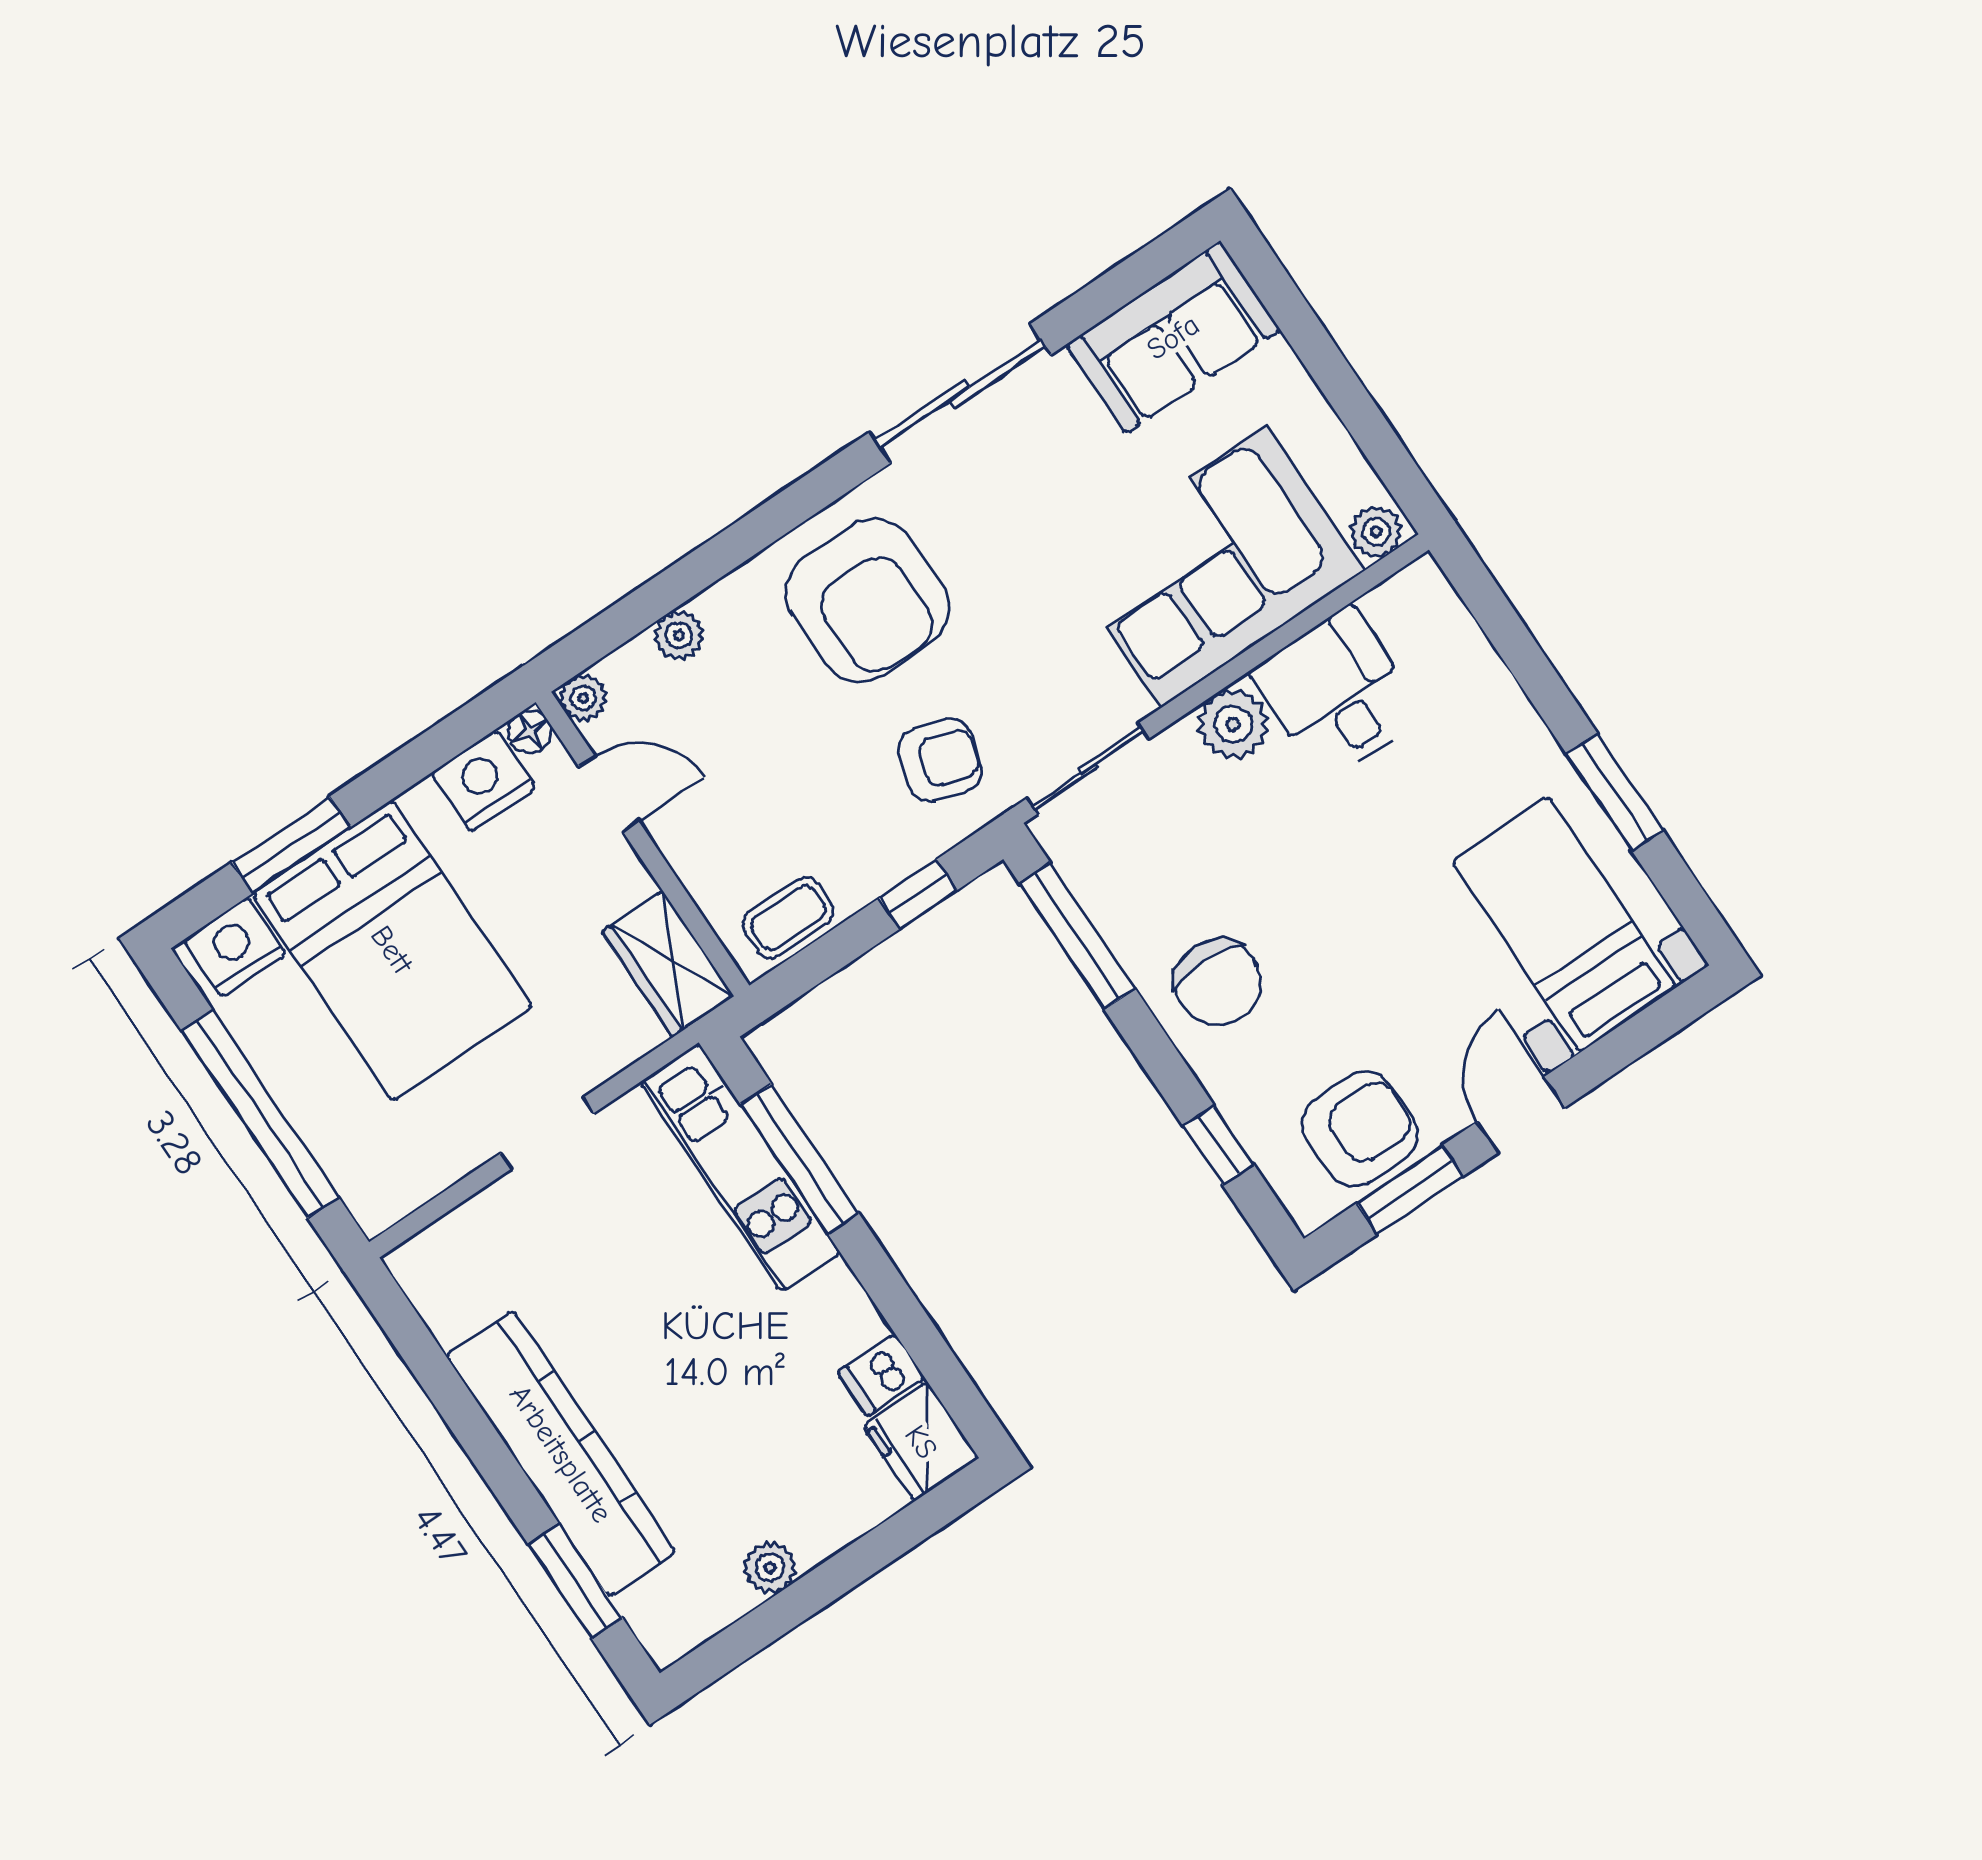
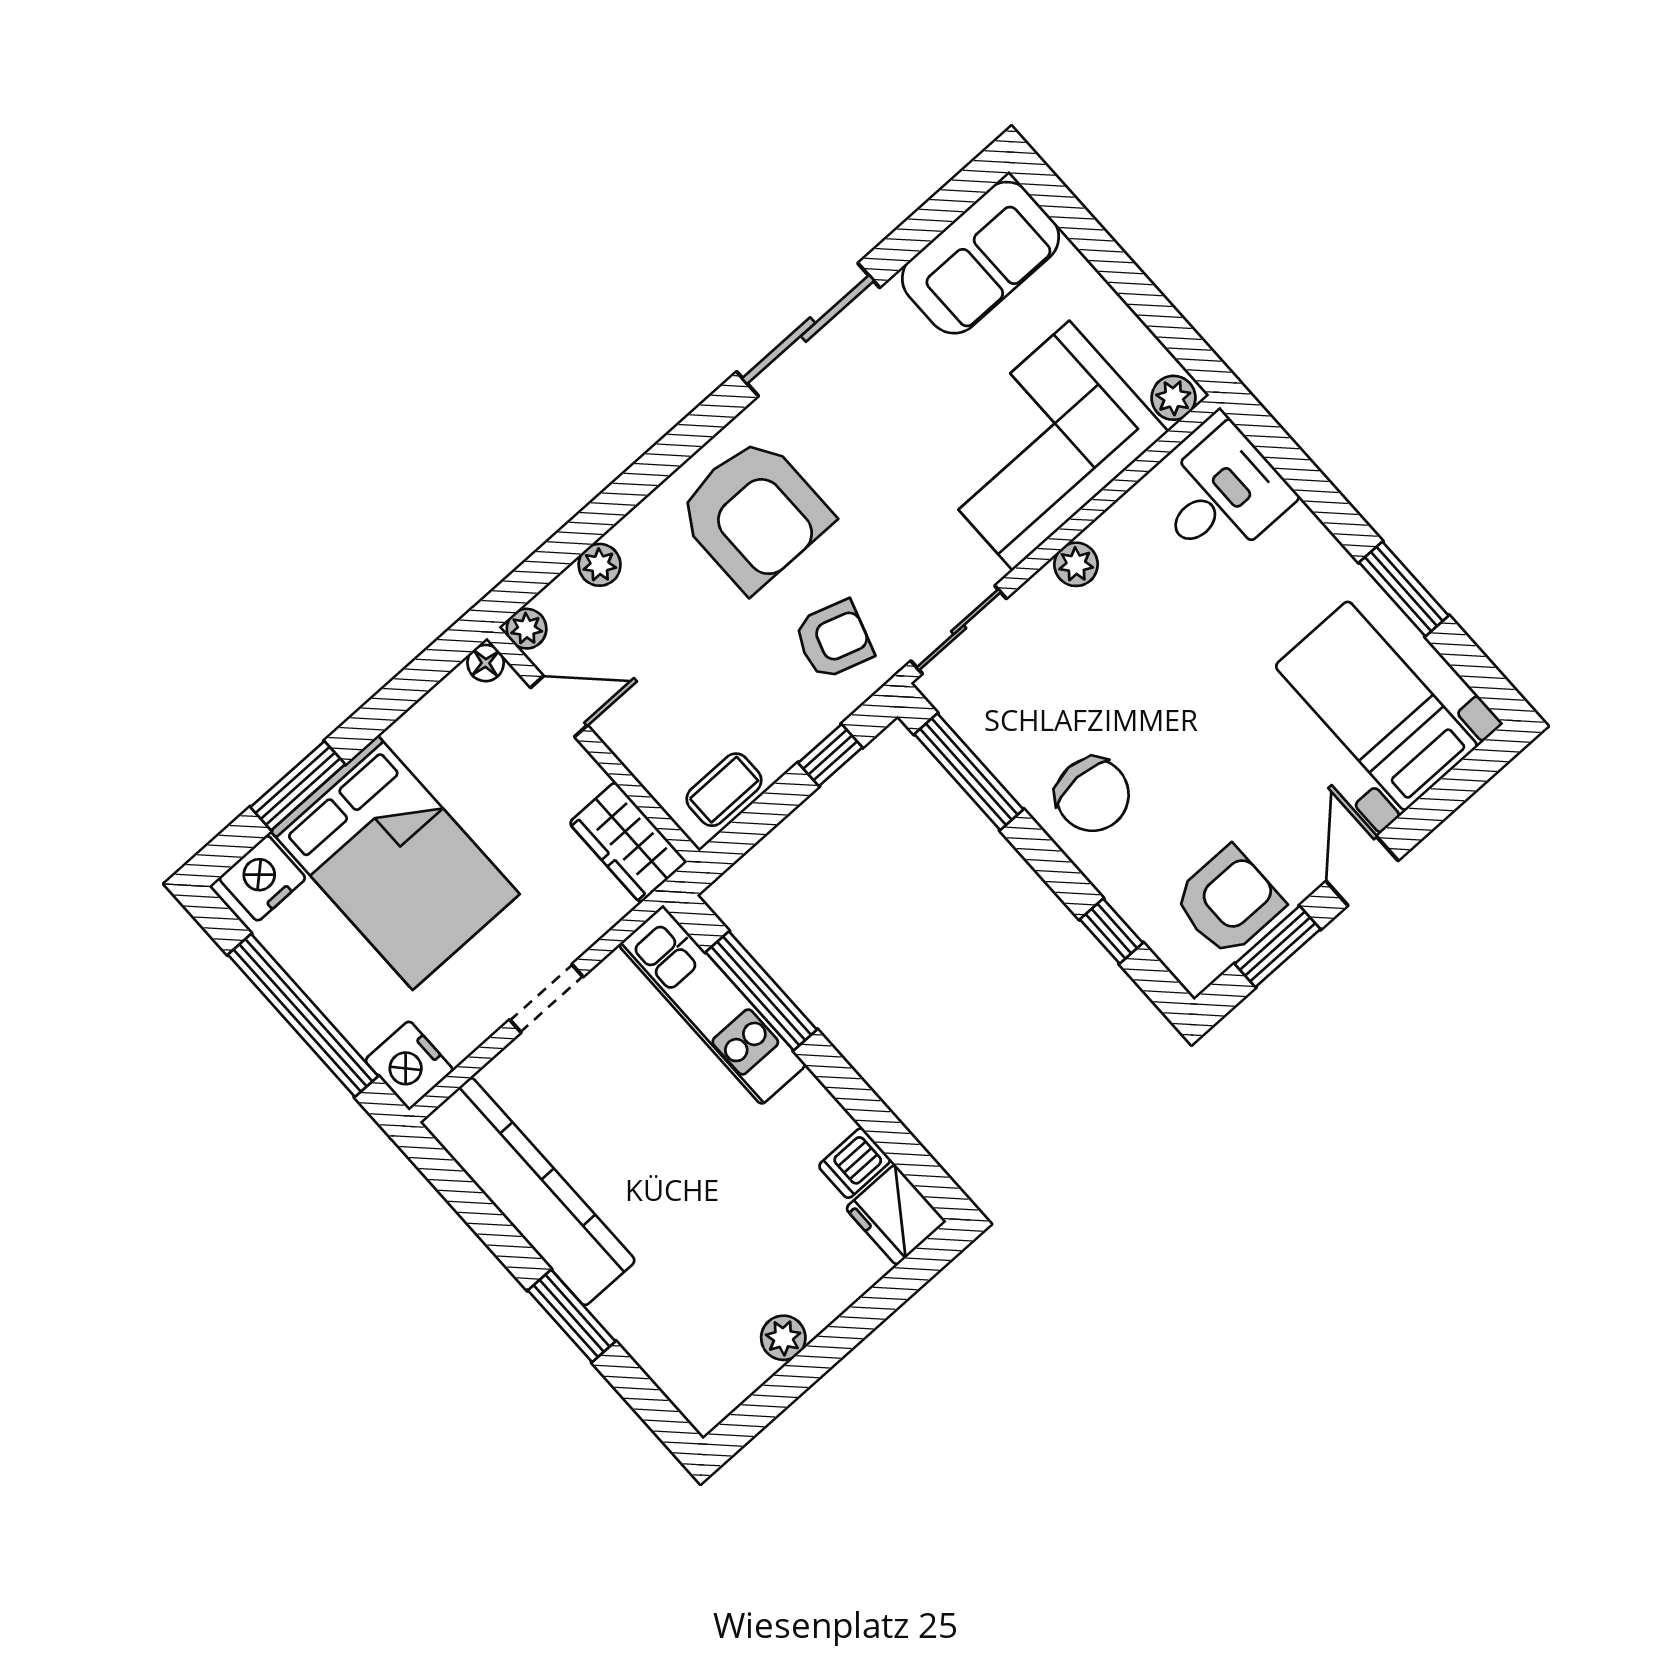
desk: (1337, 694) -> (1222, 496), moved, turned 90
plant: (1233, 724) -> (1076, 564), width x0.73, depth x0.73
nightstand: (483, 781) -> (409, 1065), moved, turned -90
kitchen counter: (561, 1454) -> (528, 1192), moved
window: (575, 1581) -> (572, 1316), moved

